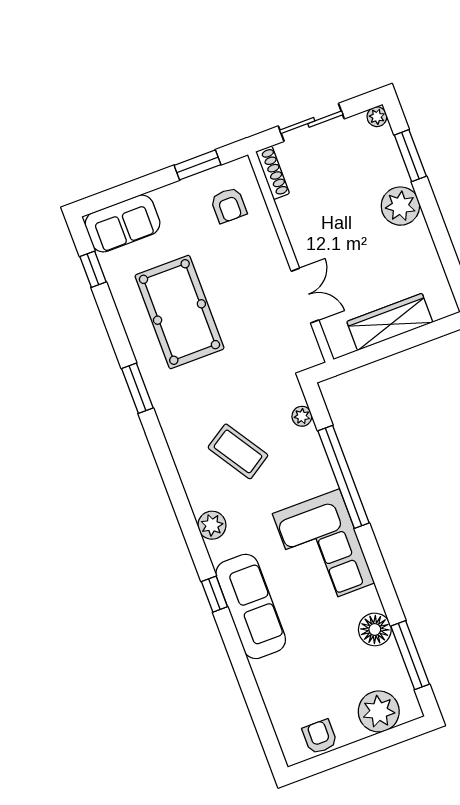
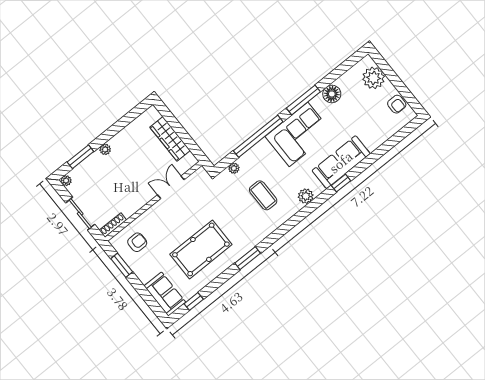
plant: (400, 206) -> (105, 149), width x0.53, depth x0.53
coffee table: (238, 451) -> (263, 195), turned -57
window: (410, 655) -> (303, 100), moved
armchair: (320, 737) -> (397, 104), turned -90

